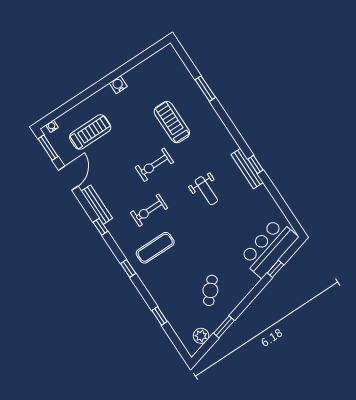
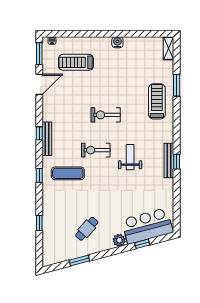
shelving: (173, 57) -> (169, 48), added
treadmill: (172, 122) -> (157, 101), moved
treadmill: (90, 132) -> (76, 62), turned 180
weight bench: (206, 191) -> (130, 157), turned 180
bench: (97, 205) -> (47, 139), moved
exercise bike: (149, 210) -> (96, 150), moved
plant: (201, 336) -> (119, 240), moved

